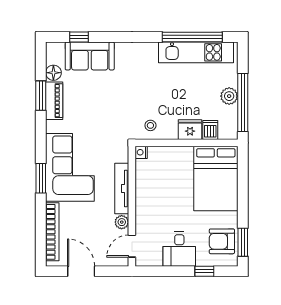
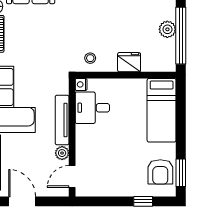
dishwasher: (210, 130) -> (149, 63), removed
bed: (216, 178) -> (162, 110), width x0.67
armchair: (222, 241) -> (160, 172), turned -90
desk: (179, 249) -> (92, 108), moved, turned 90

